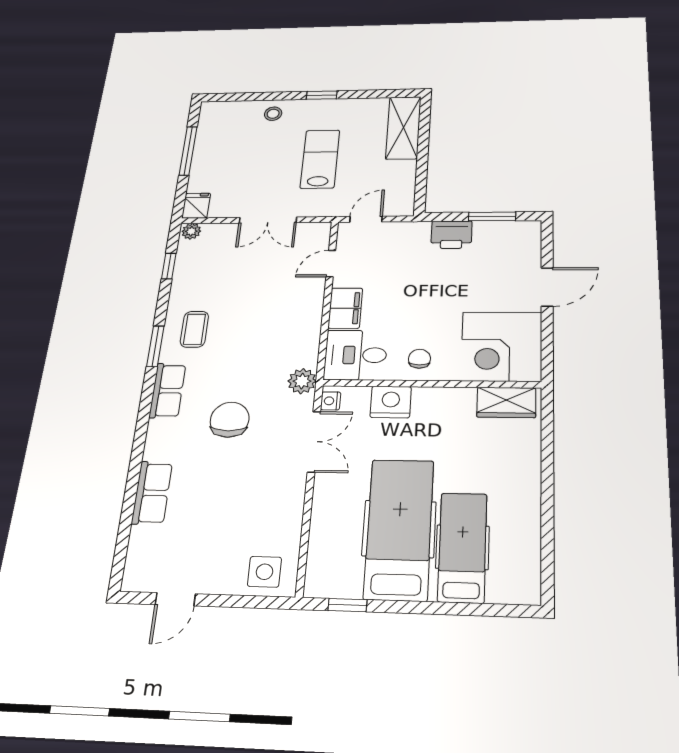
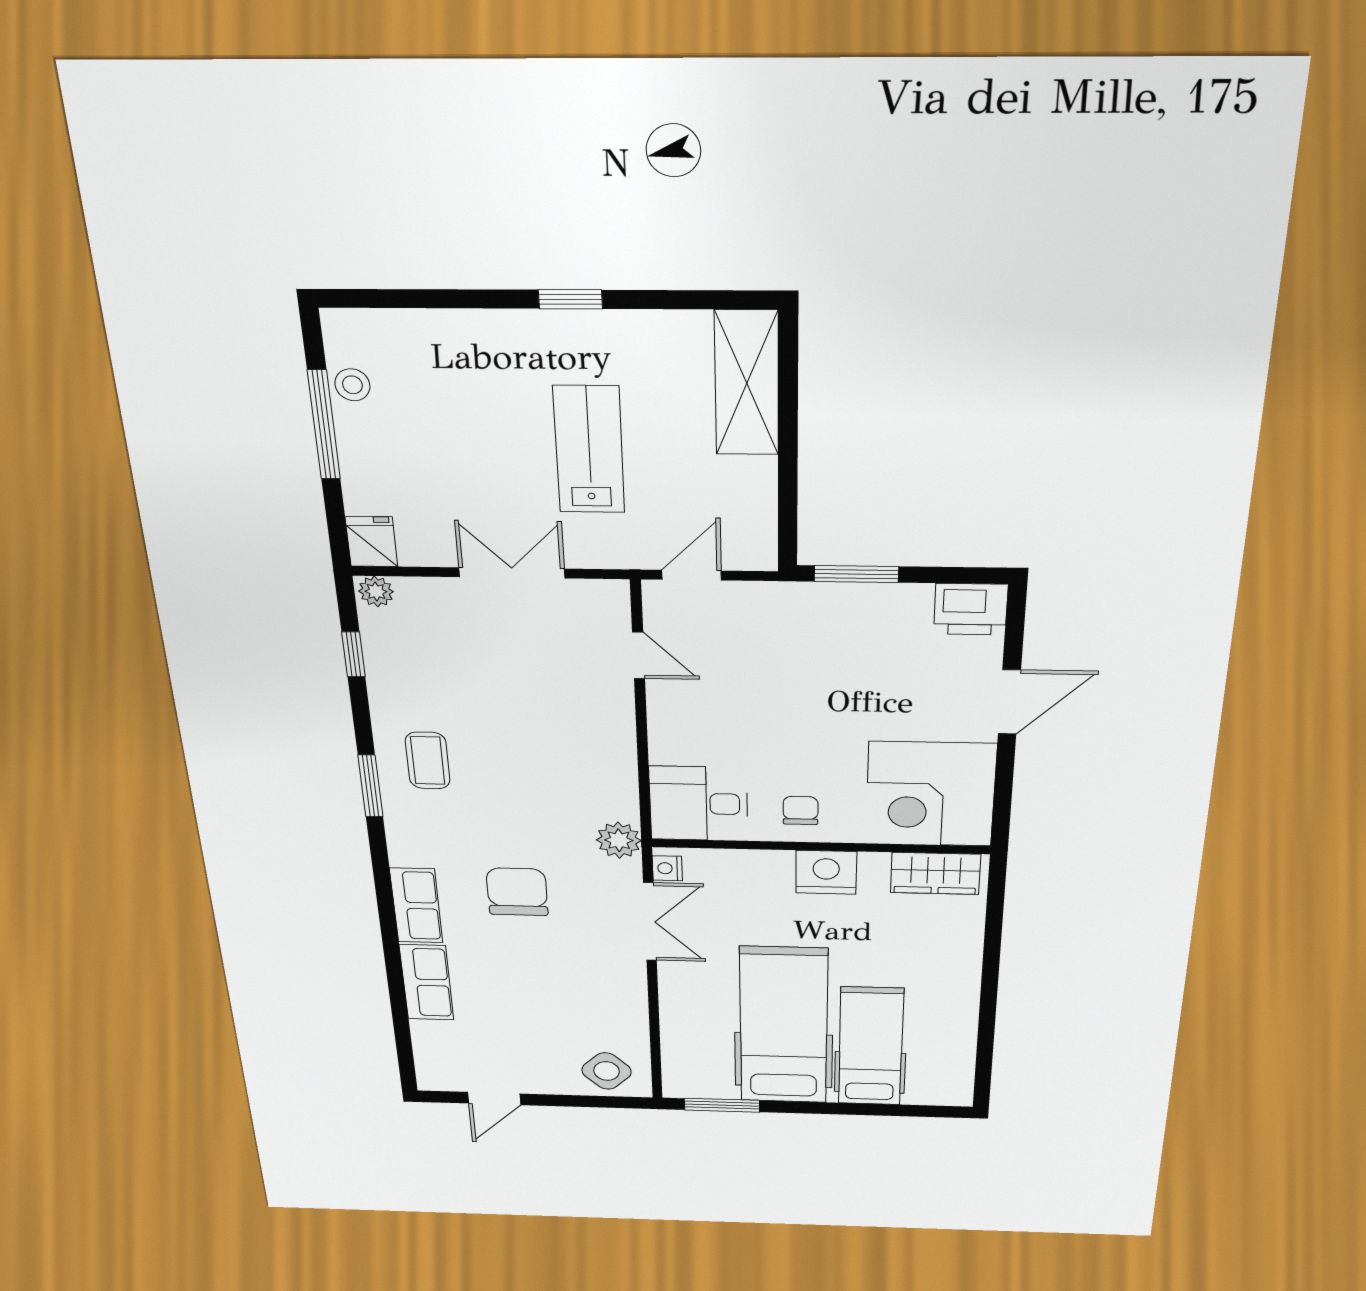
stool: (273, 114) -> (352, 385), moved
window: (492, 216) -> (856, 574), moved
double door: (268, 220) -> (512, 573), swing flipped
printer: (451, 235) -> (971, 609), moved
door: (331, 264) -> (639, 655), swing flipped
filing cabinet: (345, 308) -> (673, 731), removed
row of seats: (167, 391) -> (416, 906), moved
nightstand: (391, 402) -> (826, 872), moved
side table: (264, 572) -> (607, 1071), turned 45
window: (347, 605) -> (722, 1105), width x1.50

